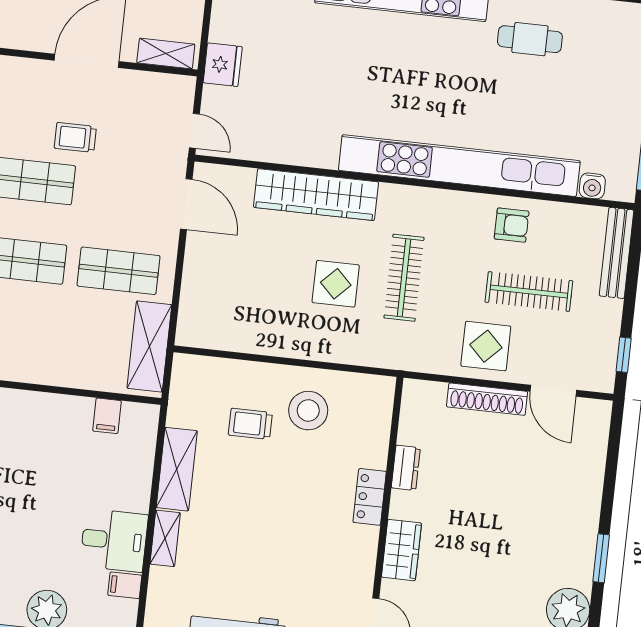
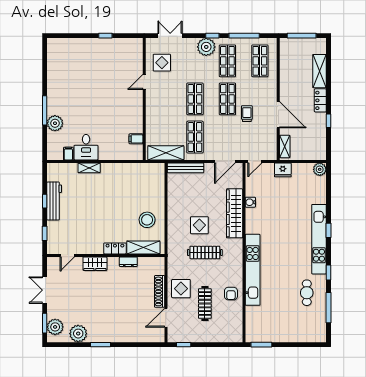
kitchen unit: (459, 166) -> (253, 270), width x0.73
water cooler: (592, 186) -> (250, 202), moved
bench: (617, 253) -> (185, 168), moved
trolley: (250, 424) -> (139, 197), removed
shelving: (177, 469) -> (143, 247), moved

